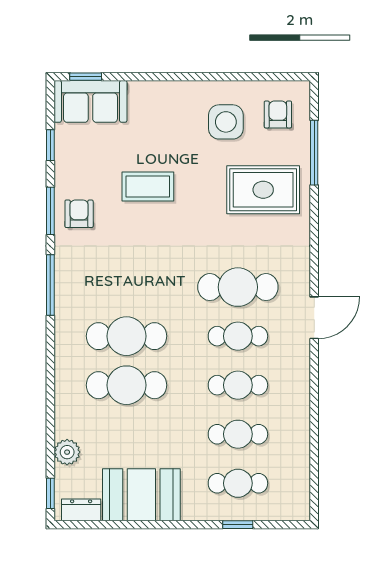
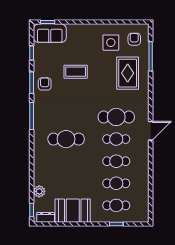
rug: (263, 190) -> (128, 73), turned 90
cafe table: (126, 385) -> (66, 161), removed

